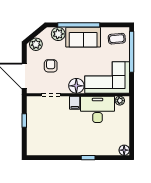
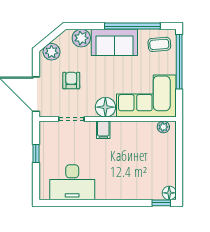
window: (79, 25) -> (132, 26), moved
desk: (97, 109) -> (72, 182), moved, turned 180
window: (88, 158) -> (161, 203), moved

